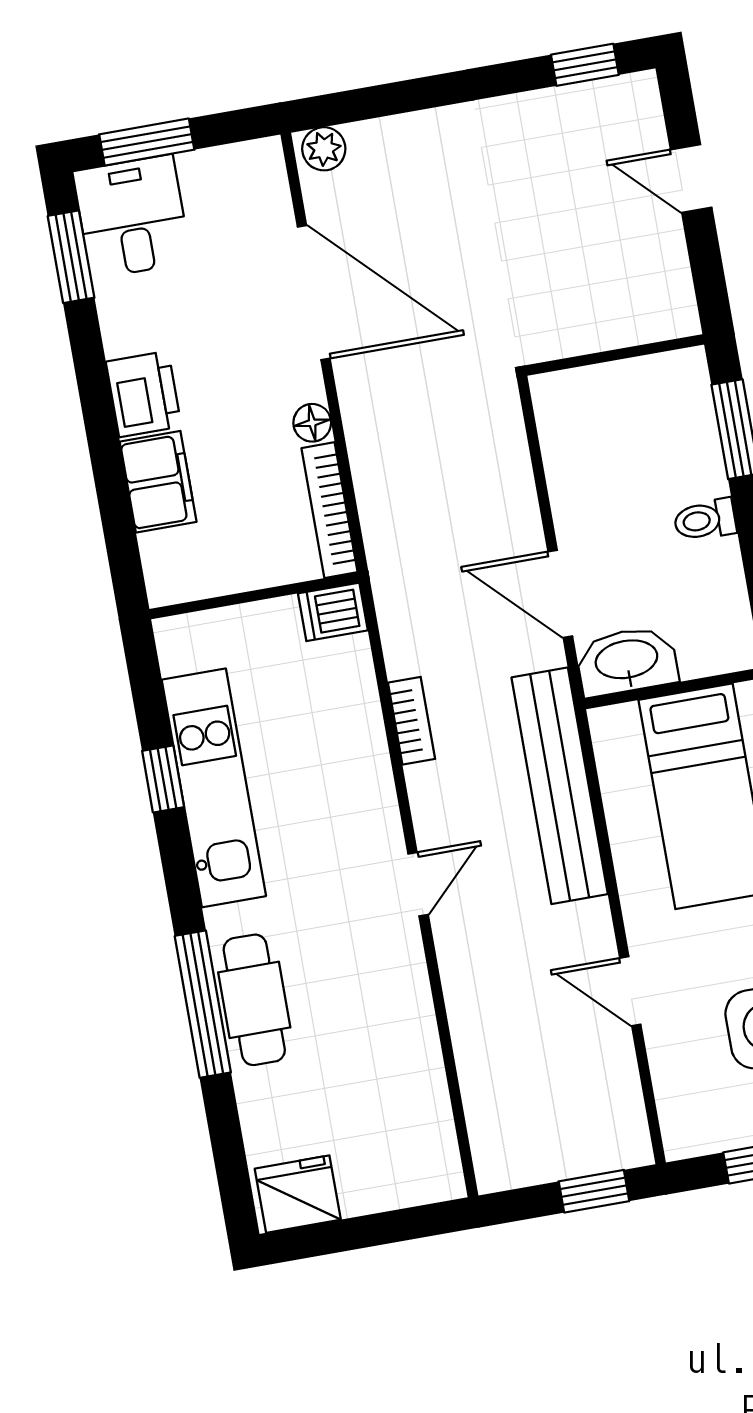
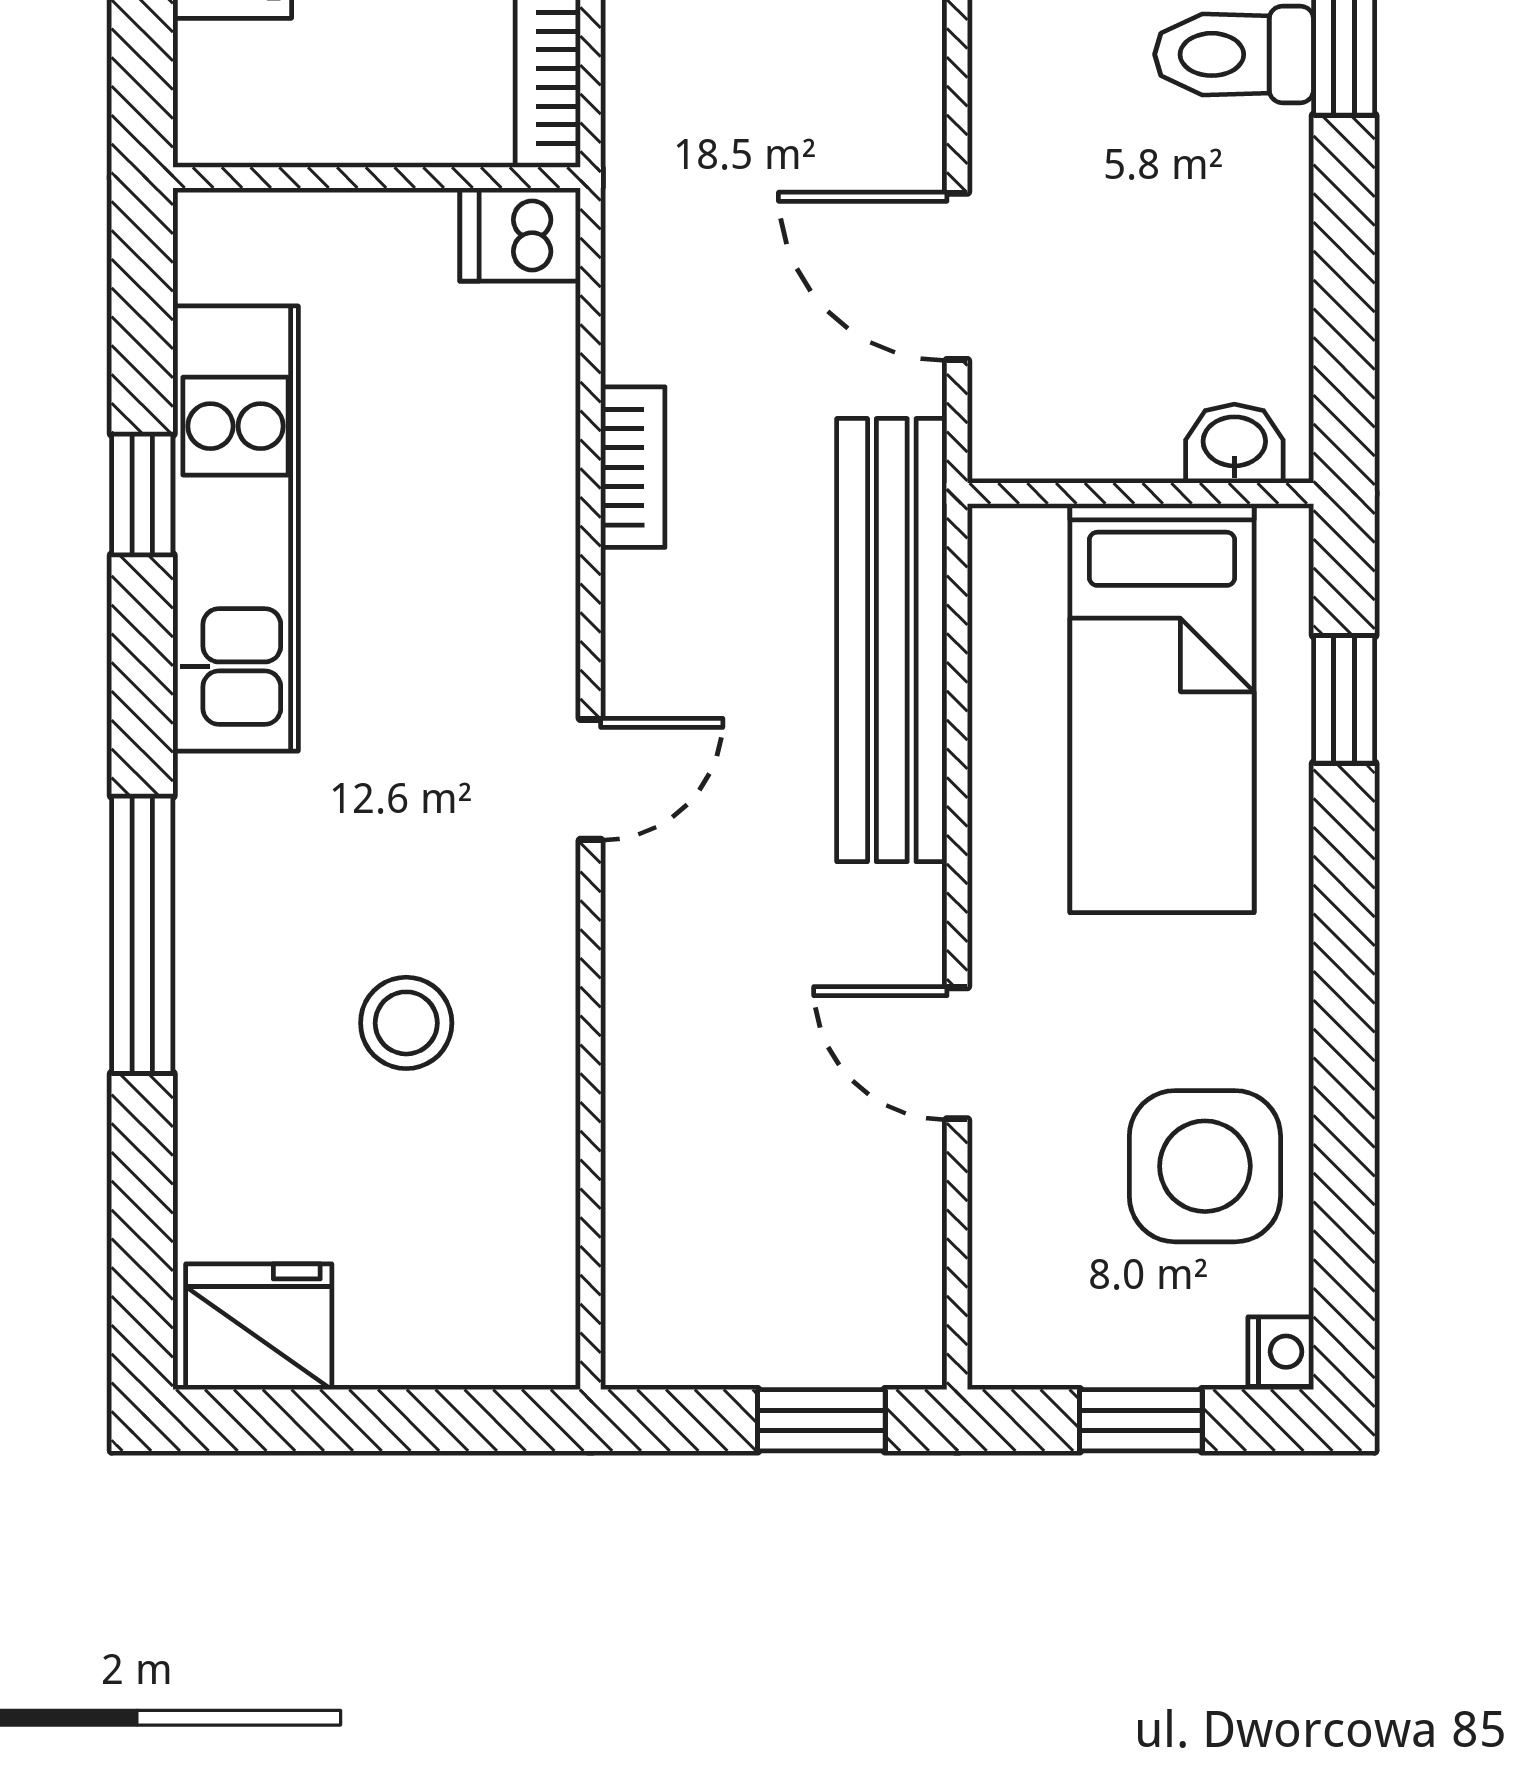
toilet: (705, 520) -> (1234, 54), moved, width x1.37, depth x1.39
washbasin: (627, 661) -> (1234, 444), moved, width x0.52, depth x0.69
cafe table: (254, 1000) -> (241, 944), removed
stool: (346, 1025) -> (406, 1023), added

